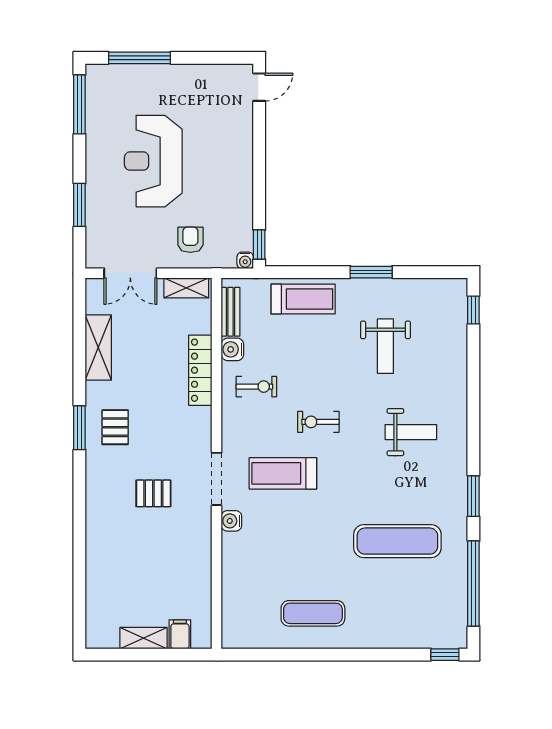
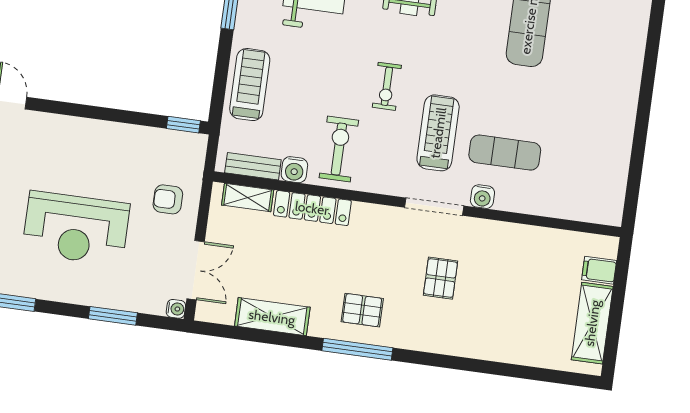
water cooler: (245, 260) -> (176, 309), moved
shelving: (186, 288) -> (248, 197), moved, turned 90
exercise bike: (256, 387) -> (339, 149), width x1.38, depth x1.39
window: (79, 428) -> (357, 349), width x1.44
treadmill: (283, 473) -> (438, 133), turned 180
exercise mat: (313, 613) -> (505, 153), moved, turned 90
shelving: (144, 638) -> (592, 323), width x1.50, depth x1.33

